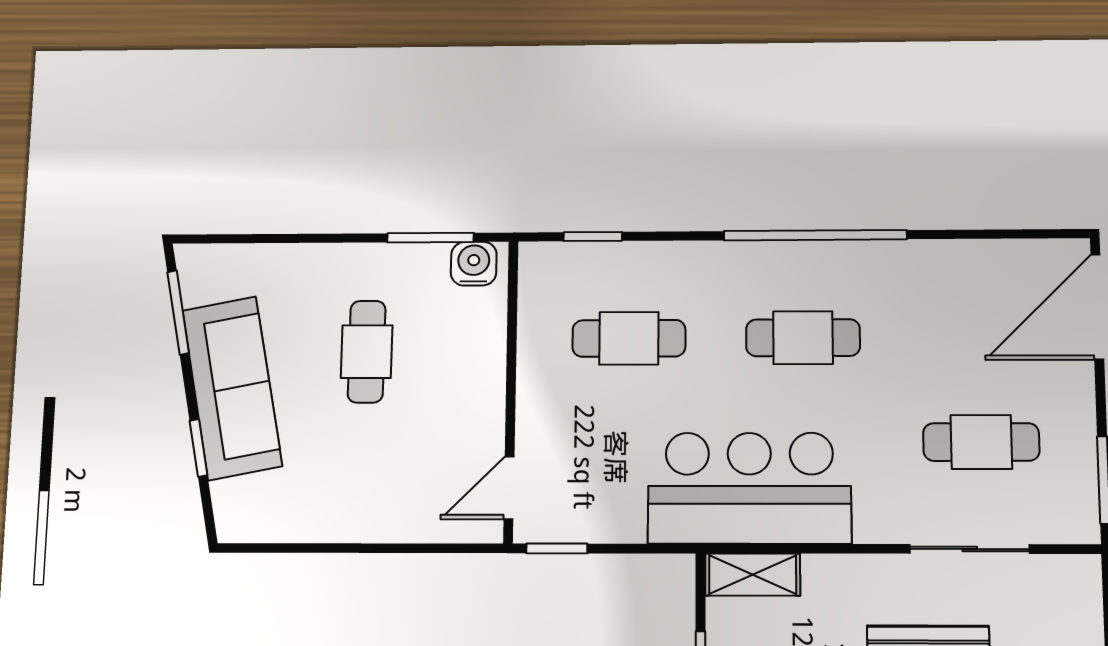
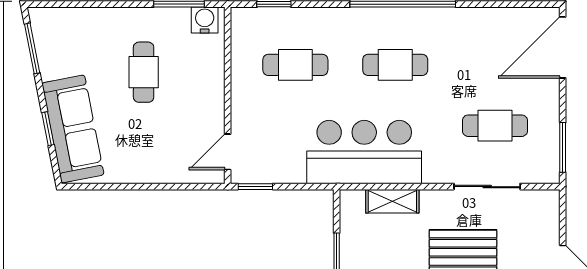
sofa: (232, 388) -> (73, 129), moved
shelving: (753, 575) -> (392, 201), moved

